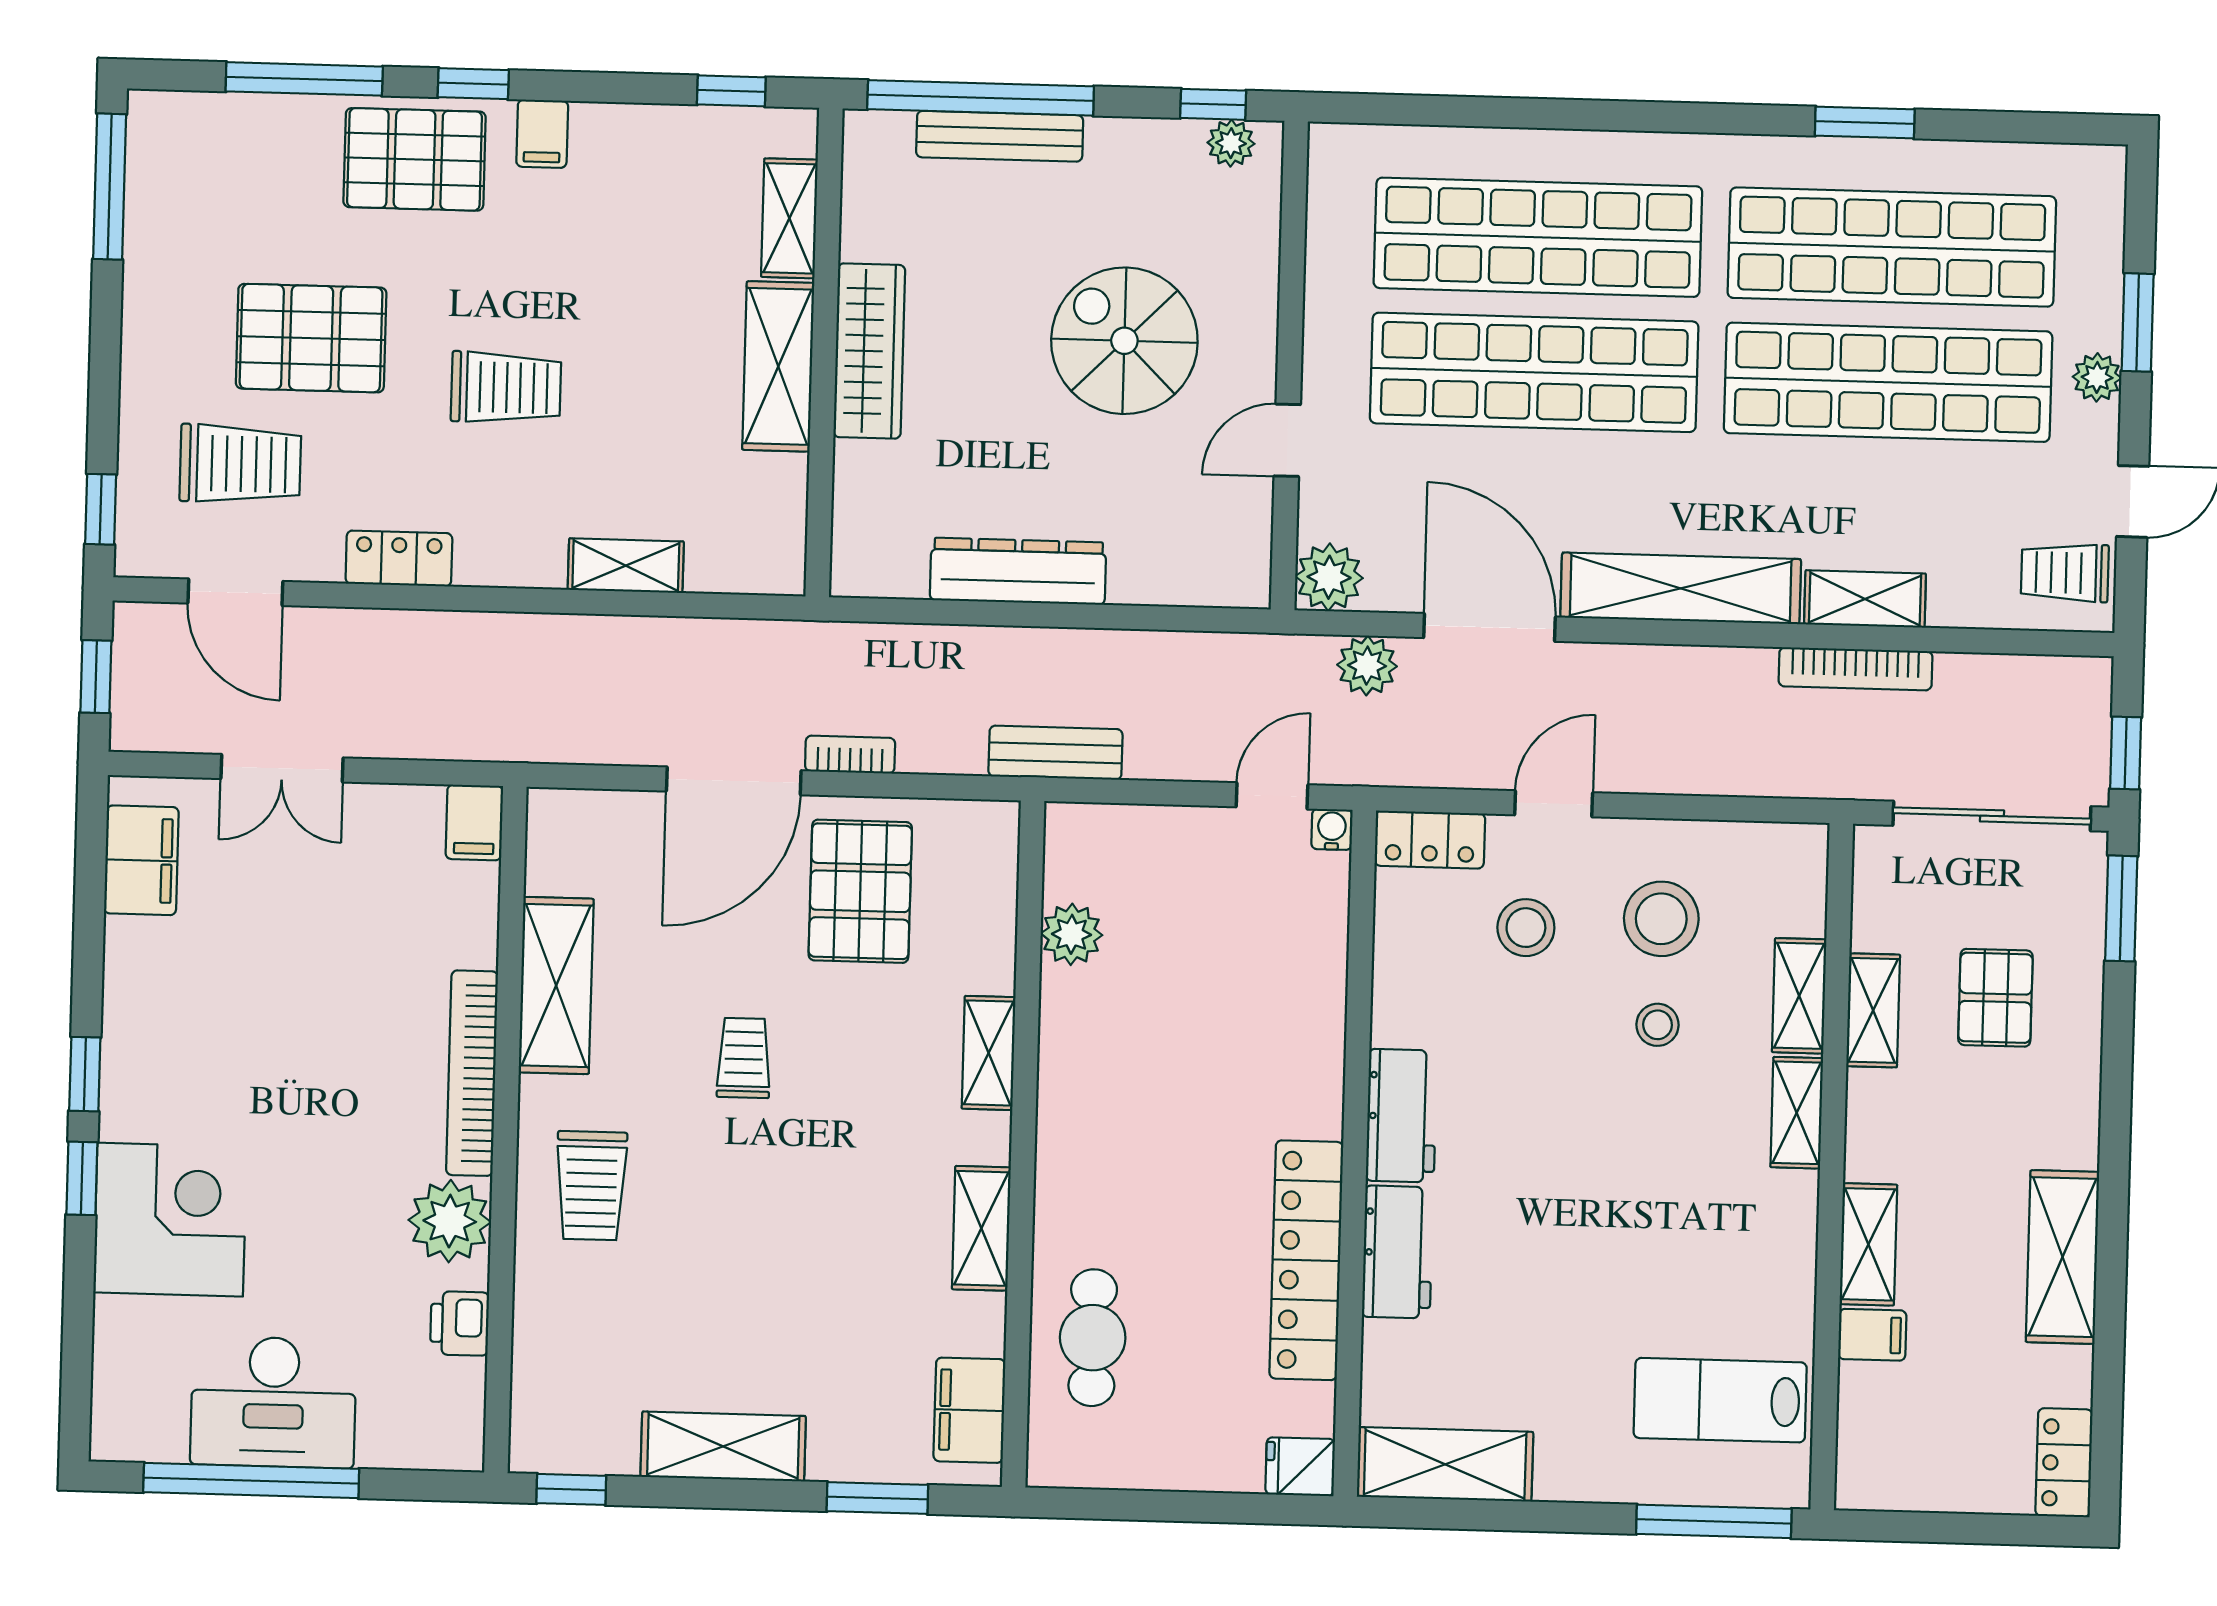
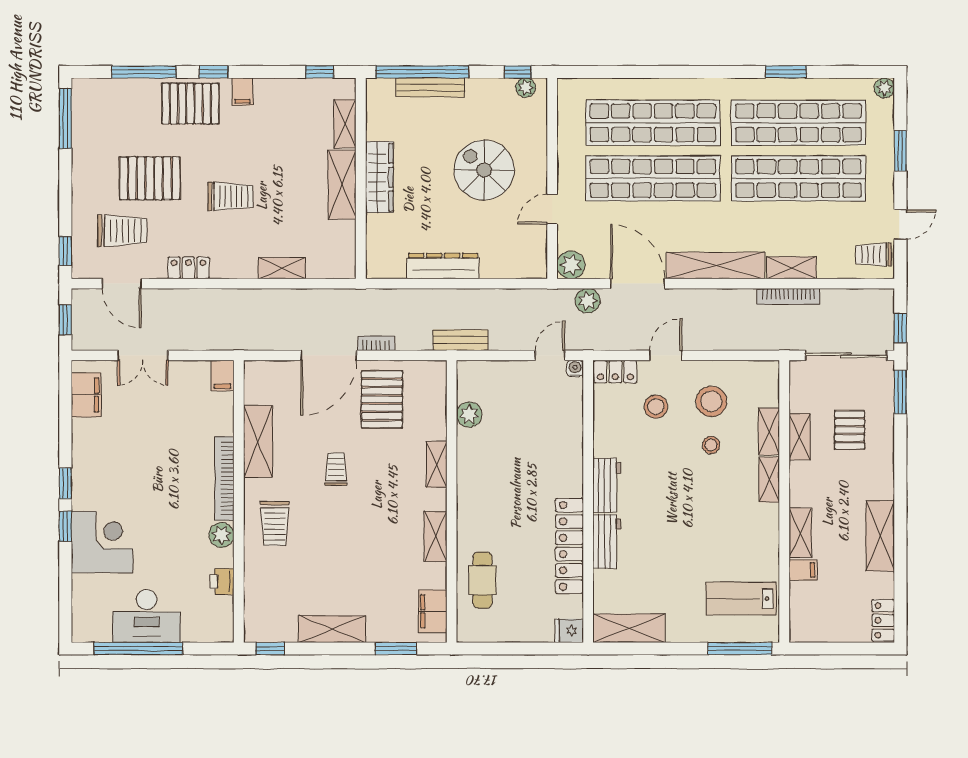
plant: (2097, 377) -> (884, 88), moved
plant: (450, 1221) -> (221, 535), width x0.73, depth x0.73

